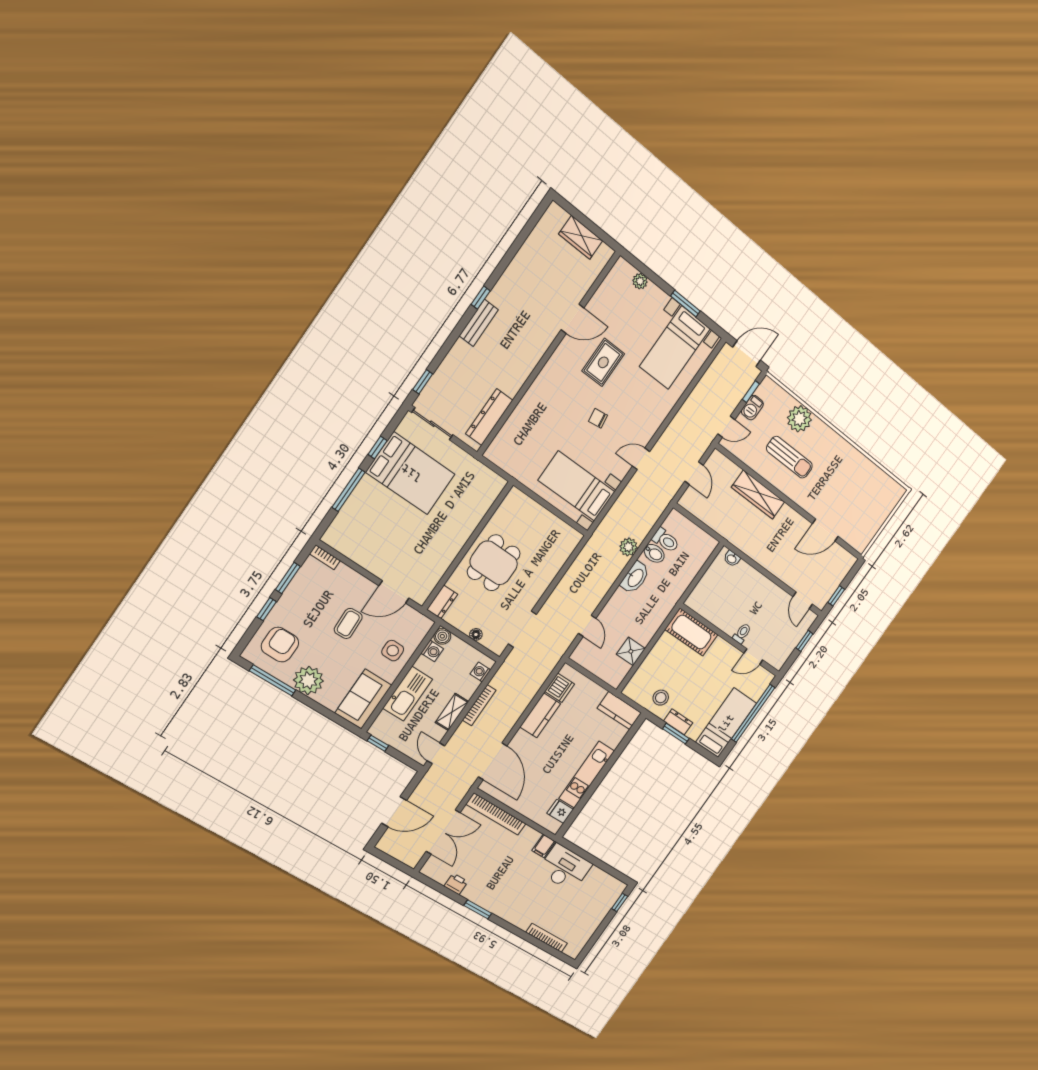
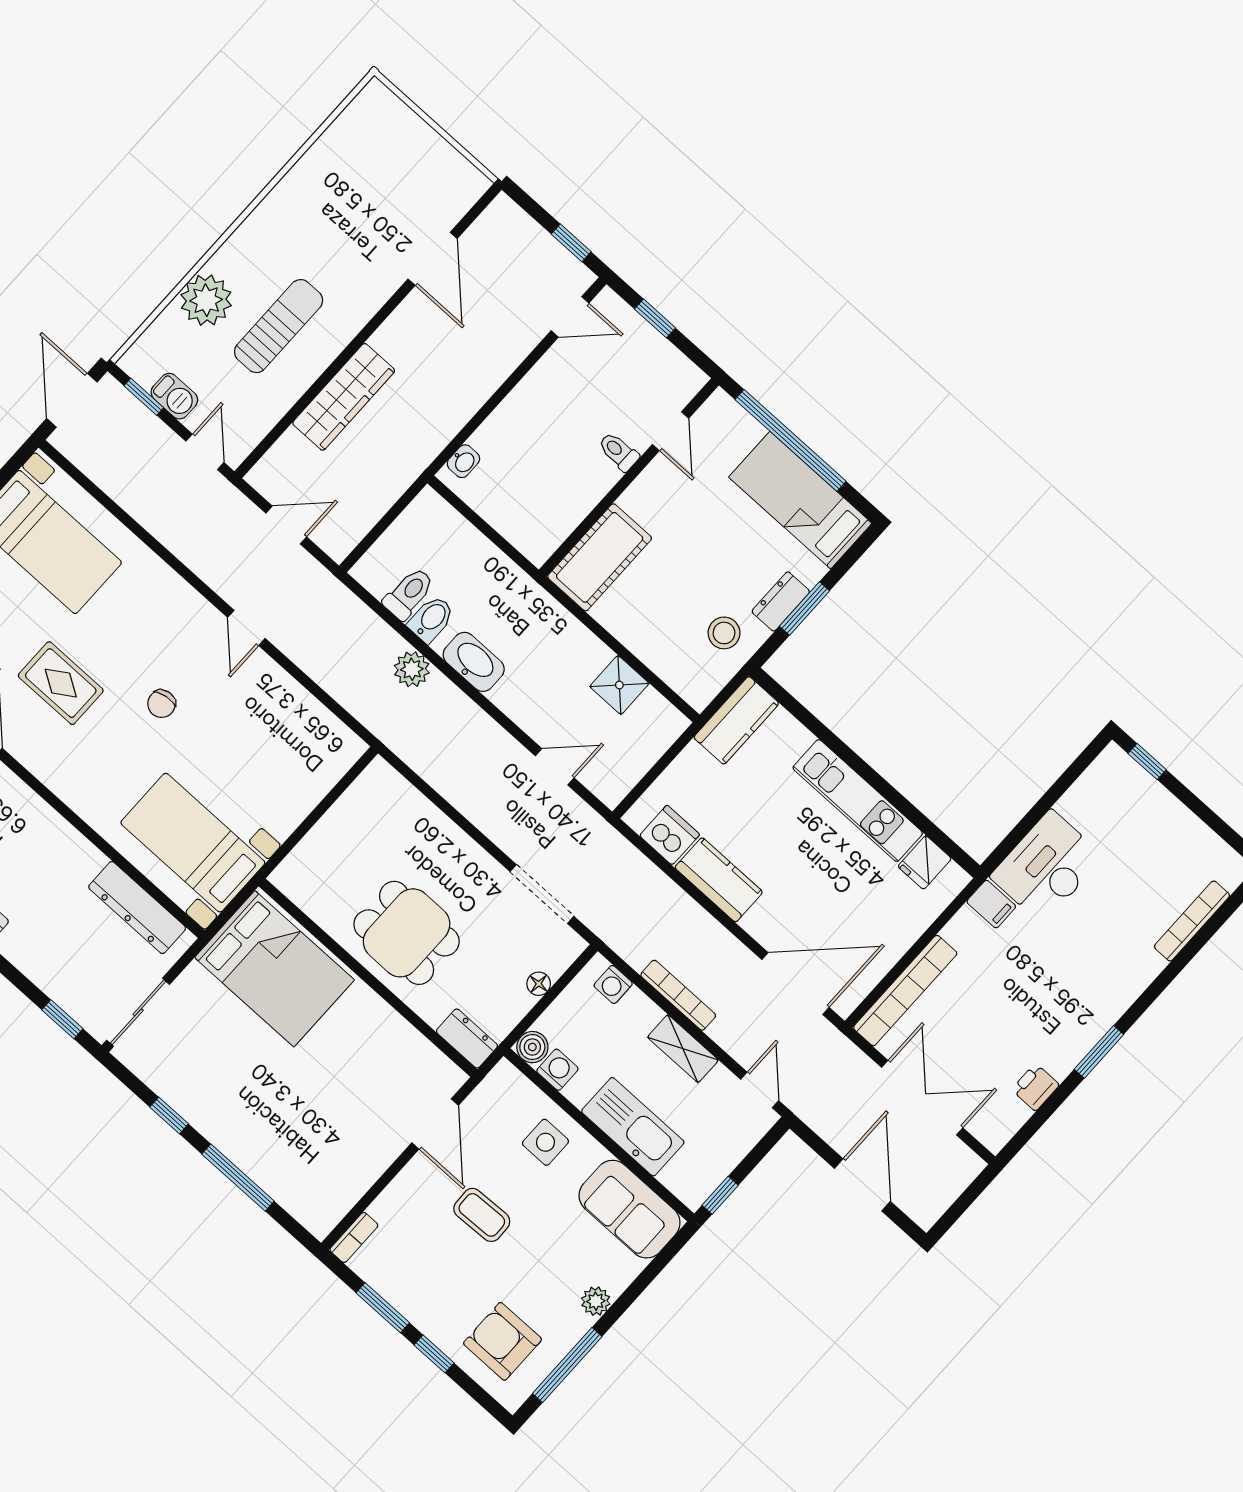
bed: (411, 473) -> (274, 969), moved, turned 90
bed with nightstands: (577, 486) -> (193, 843), moved, turned 90
plant: (308, 680) -> (596, 1301), width x0.53, depth x0.53
door: (436, 753) -> (760, 1090), swing flipped

